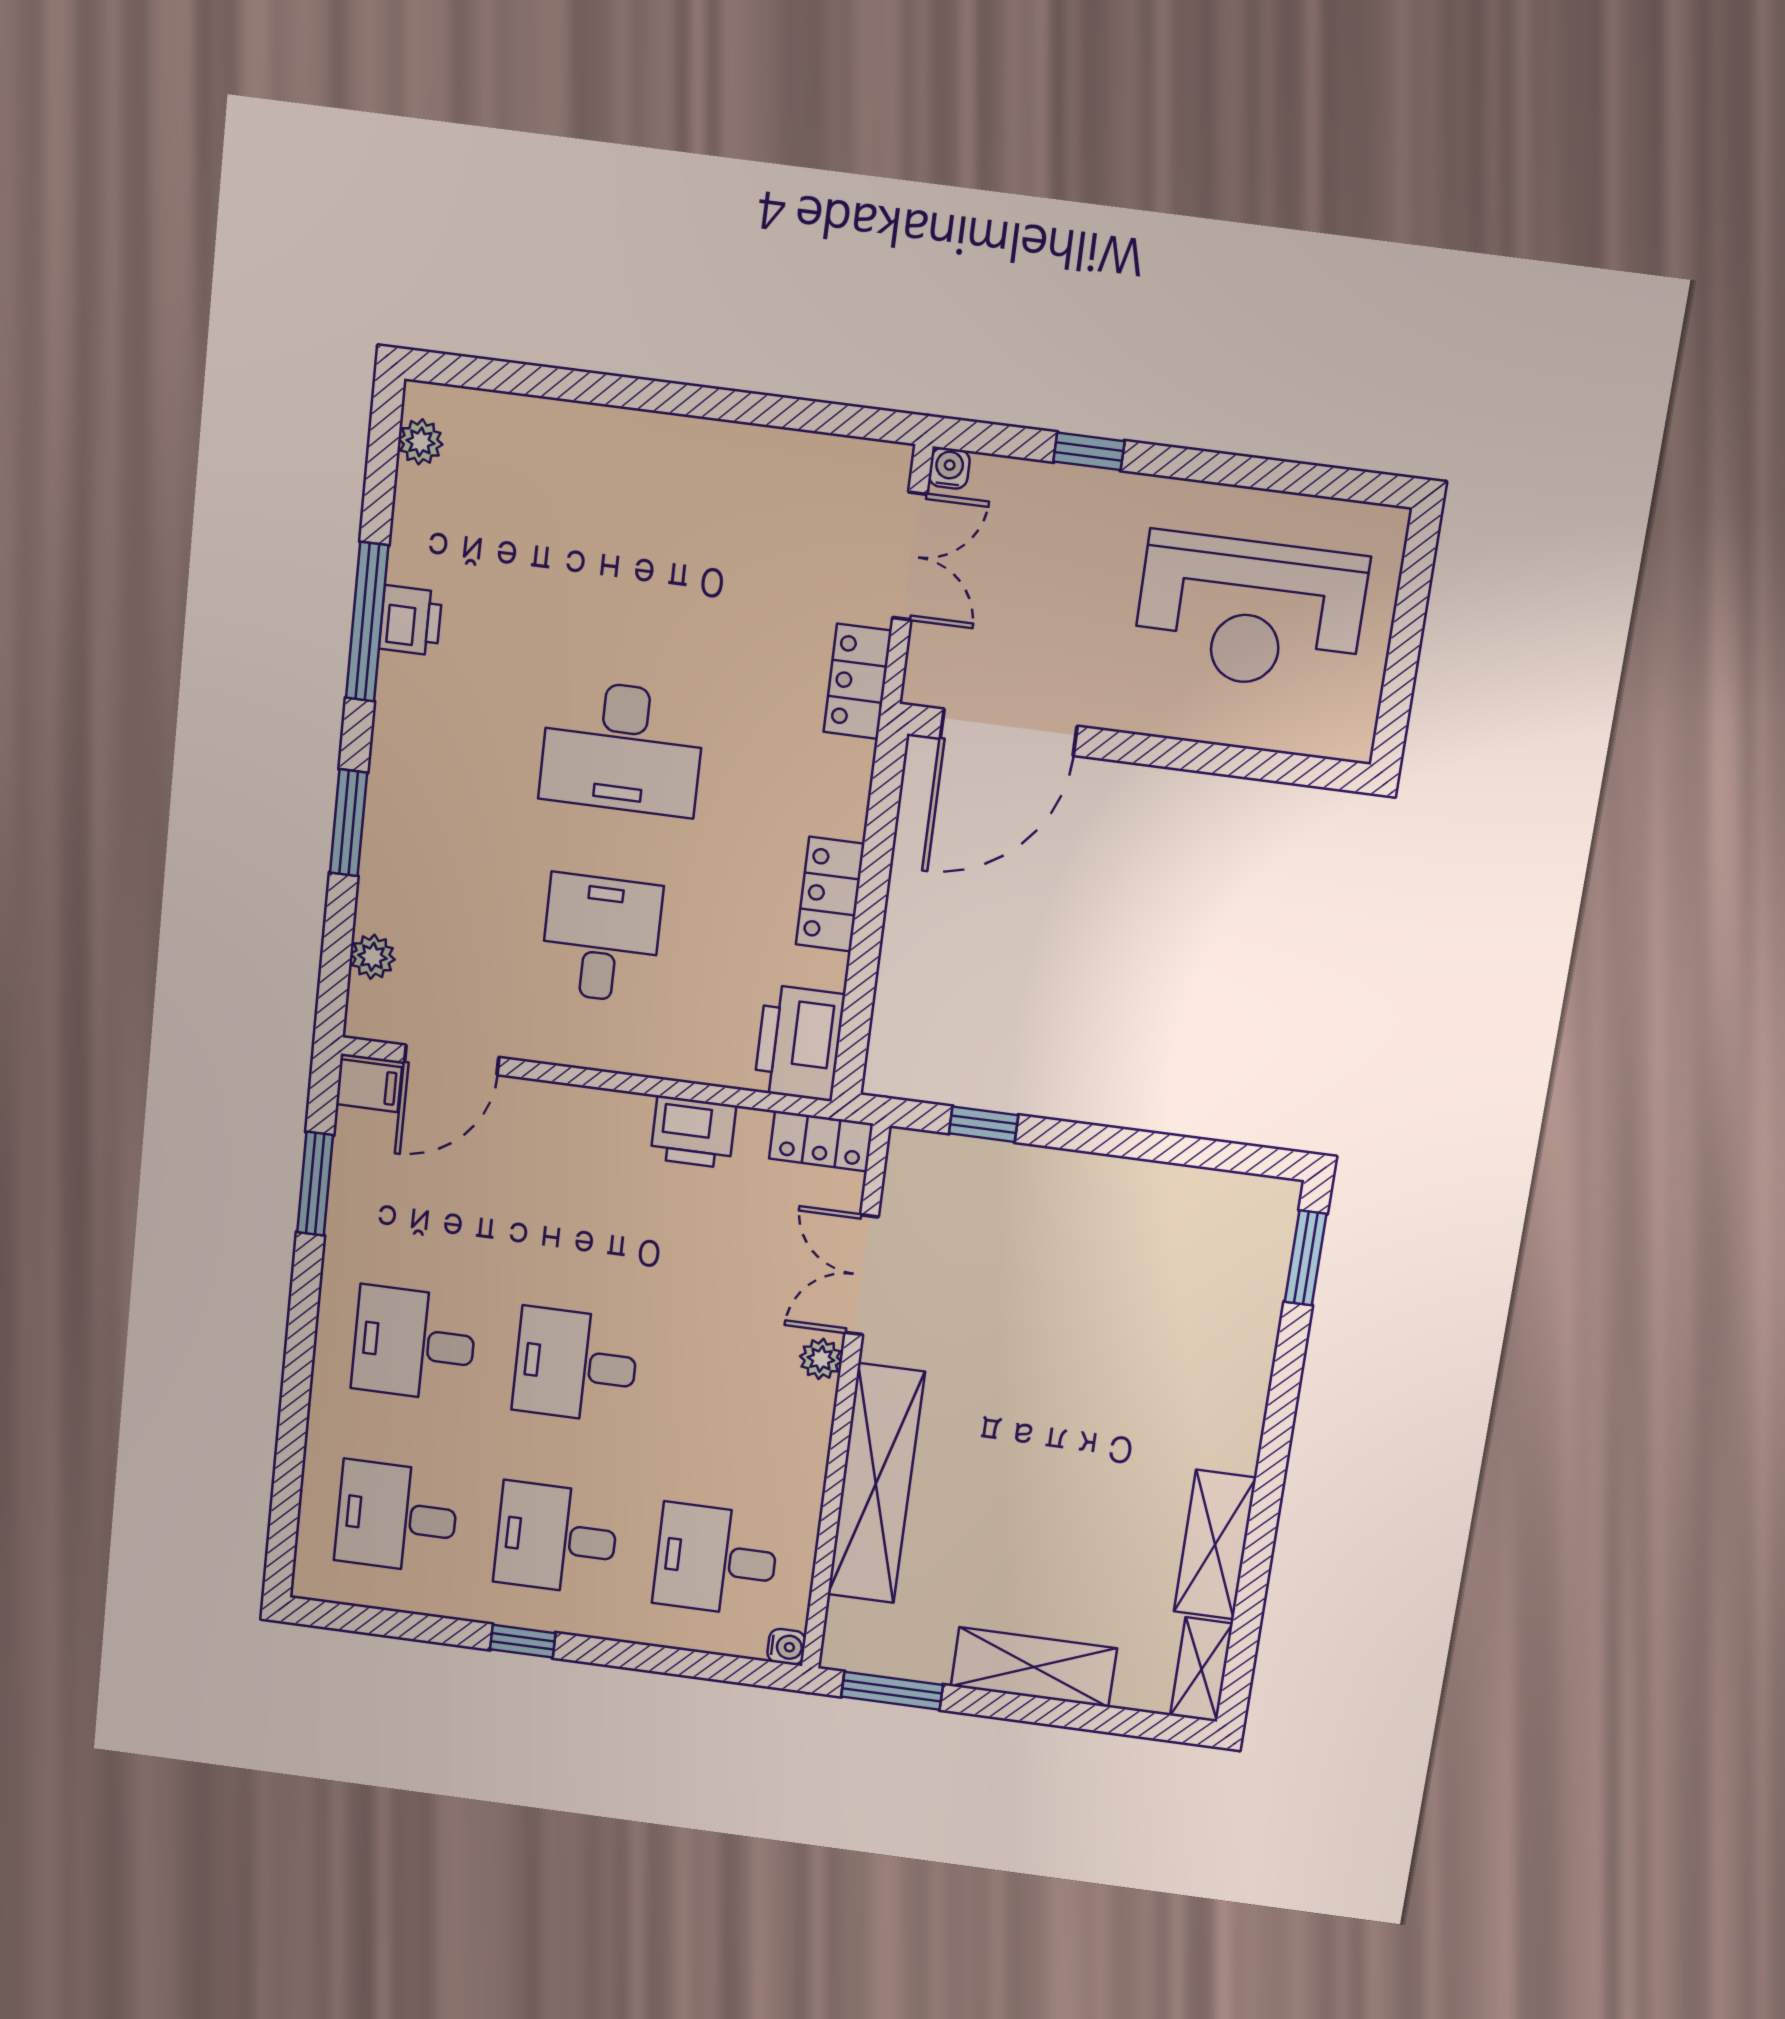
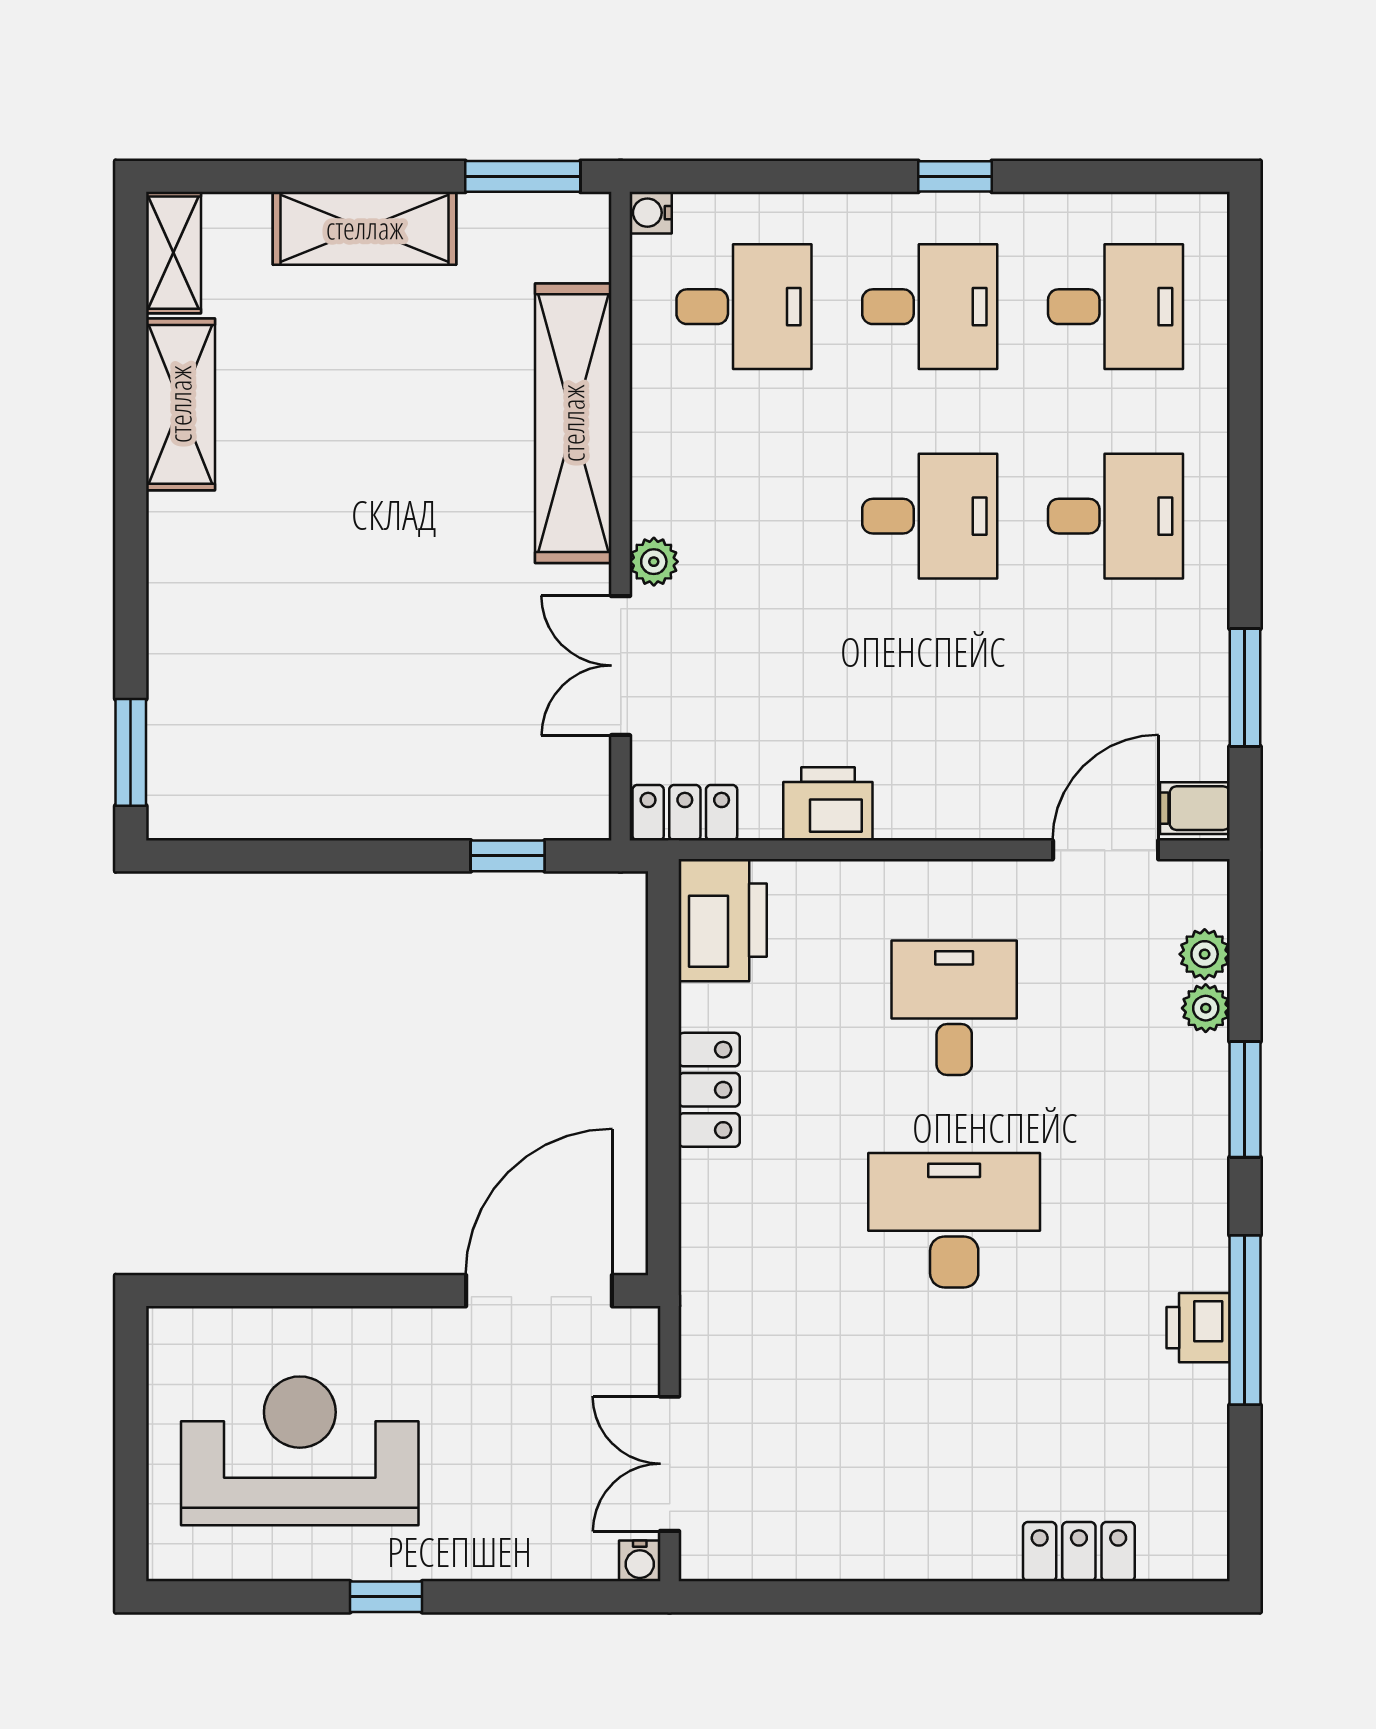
plant: (420, 442) -> (1206, 1008), moved
window: (1089, 451) -> (386, 1597), moved
locker: (858, 681) -> (1079, 1552), moved, turned -90
desk: (601, 939) -> (954, 1008), turned 180
double door: (862, 1275) -> (621, 666), swing flipped

